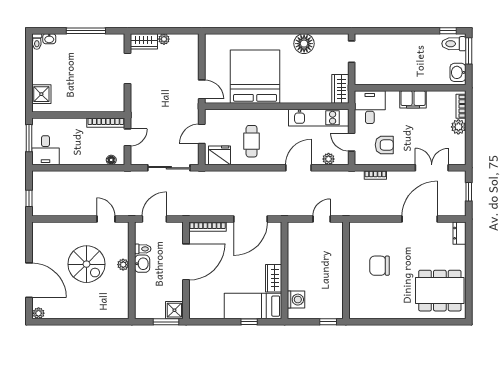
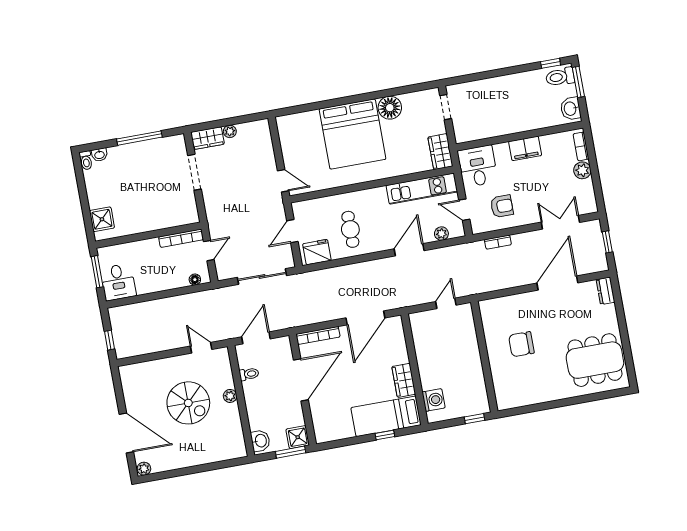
bed: (255, 77) -> (353, 134), moved, turned 180
washbasin: (142, 264) -> (260, 441), moved

